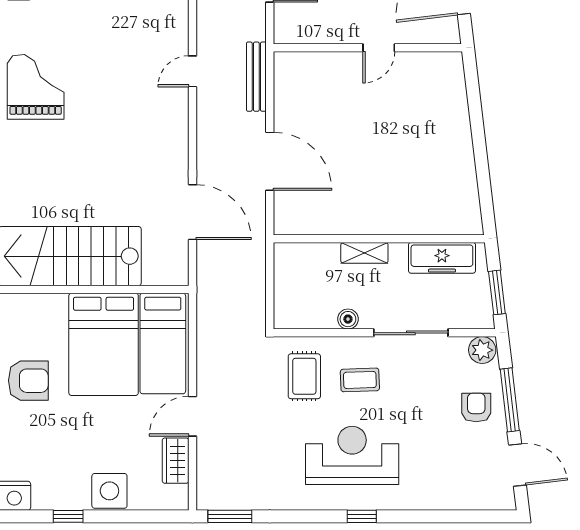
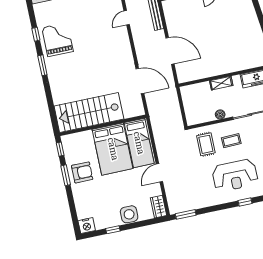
reception desk: (352, 455) -> (235, 175), turned 180
wardrobe: (176, 461) -> (159, 207), moved

